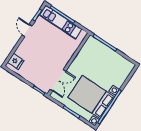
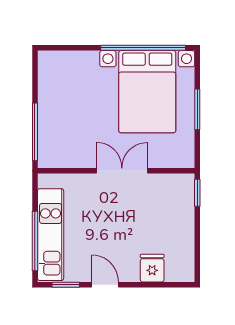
door: (27, 30) -> (105, 285), swing flipped
fridge: (16, 61) -> (152, 268), moved
double door: (58, 80) -> (122, 171), moved

